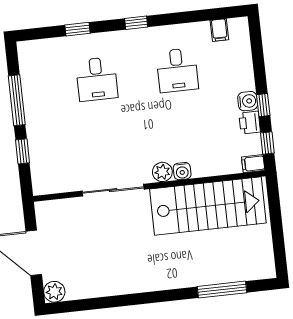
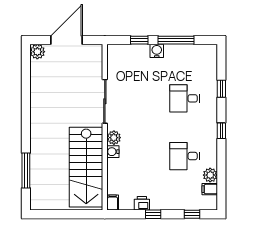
plant: (200, 32) -> (210, 175), added
water cooler: (248, 101) -> (157, 51), moved, turned 180
window: (267, 143) -> (192, 214), moved

